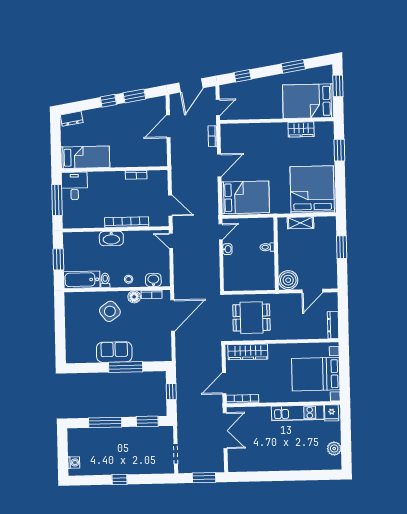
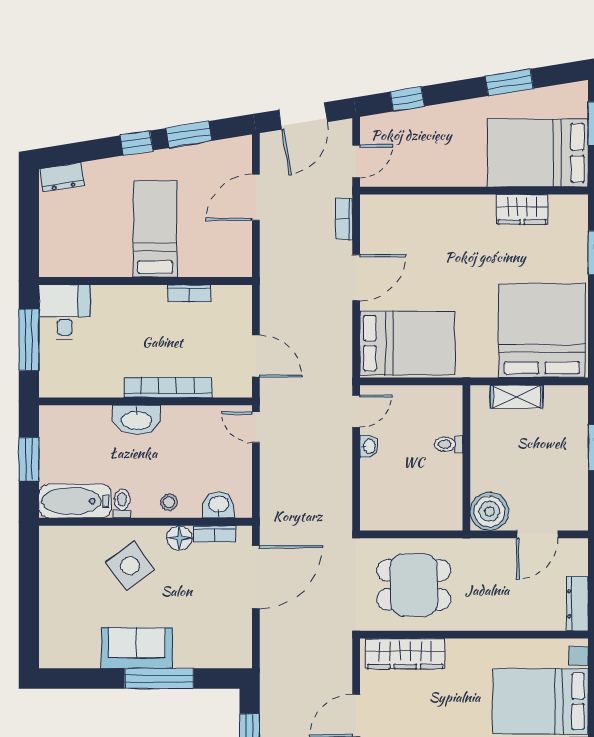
bed: (85, 157) -> (155, 229), moved, turned -90

